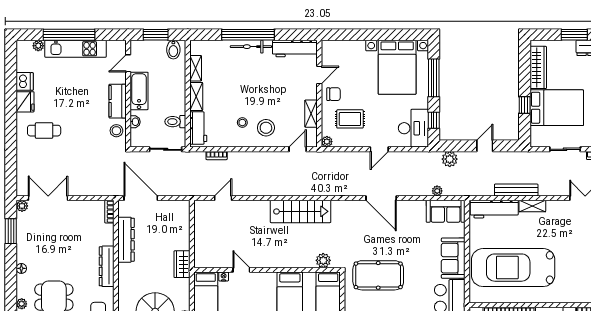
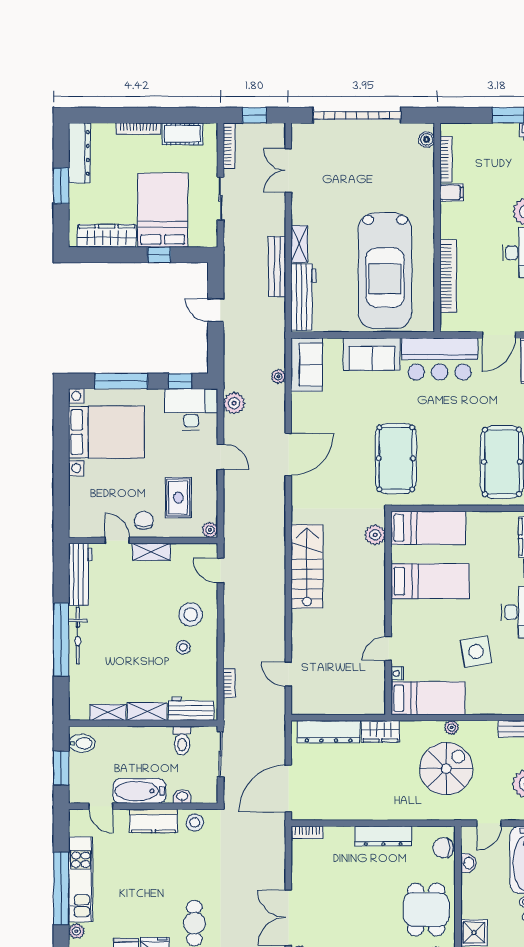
shelving: (311, 114) -> (151, 552), moved
plant: (450, 159) -> (234, 403), moved
dresser: (126, 240) -> (329, 732), moved, turned 180

